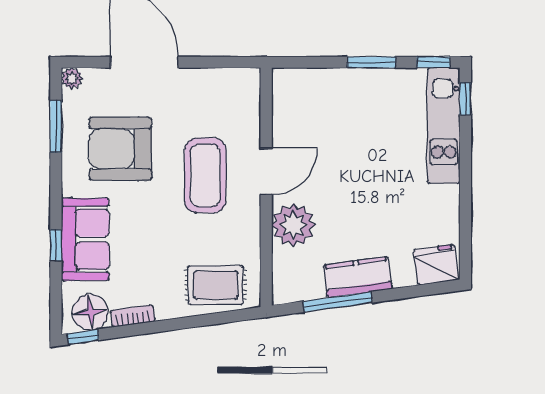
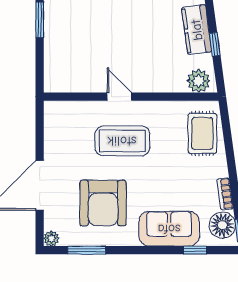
door: (266, 171) -> (119, 97), width x0.73
plant: (293, 225) -> (199, 81), moved, width x0.73, depth x0.73
window: (56, 245) -> (195, 250), moved
window: (338, 302) -> (215, 44), width x0.46

